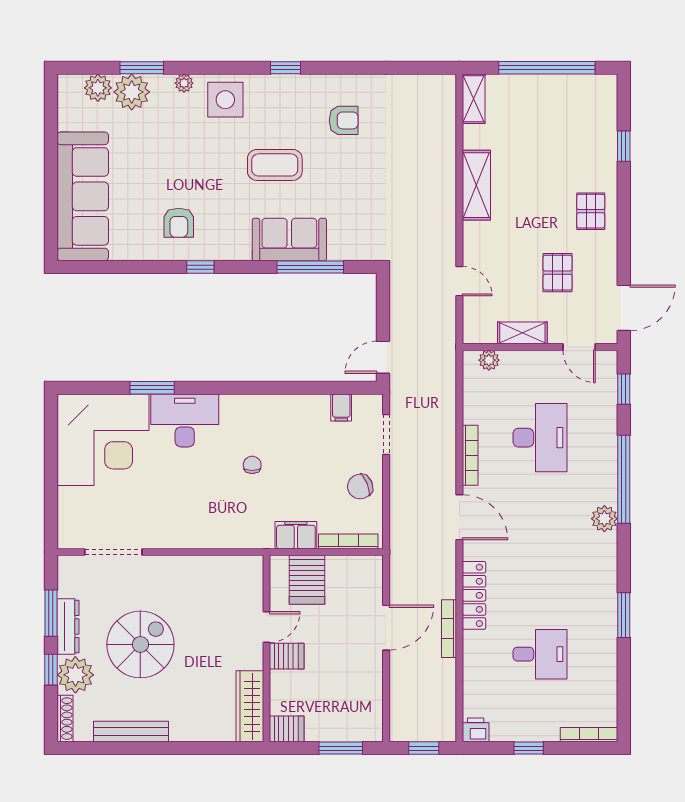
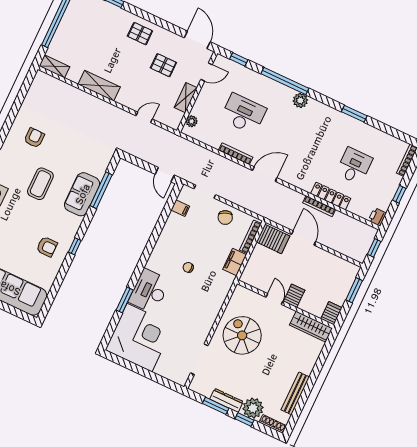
server rack: (307, 580) -> (273, 239), moved
locker: (474, 595) -> (331, 196), moved
spiral stairs: (140, 644) -> (242, 335), moved

